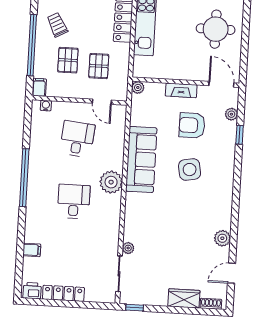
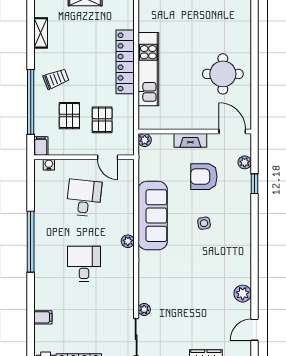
trolley: (57, 25) -> (56, 79), turned 97
side table: (190, 170) -> (204, 223), width x0.54, depth x0.54
plant: (111, 182) -> (128, 241), width x0.53, depth x0.53

